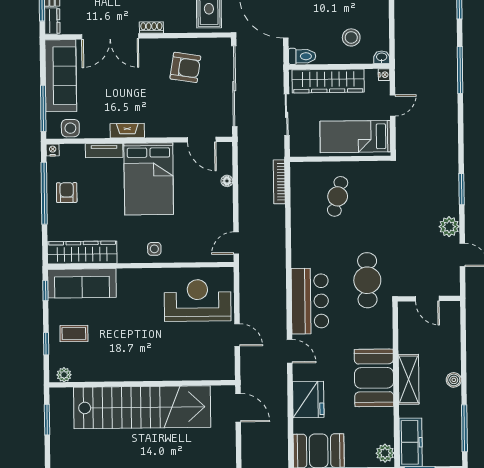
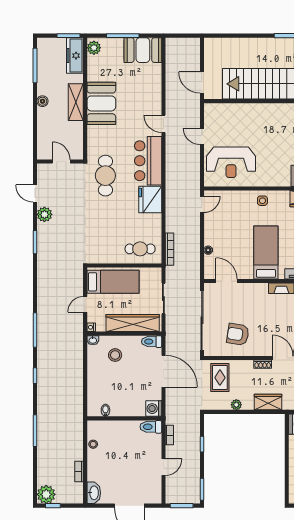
bed: (149, 179) -> (266, 252), width x0.67
cafe table: (338, 196) -> (140, 249), moved, turned 76
fridge: (308, 399) -> (150, 200), moved

